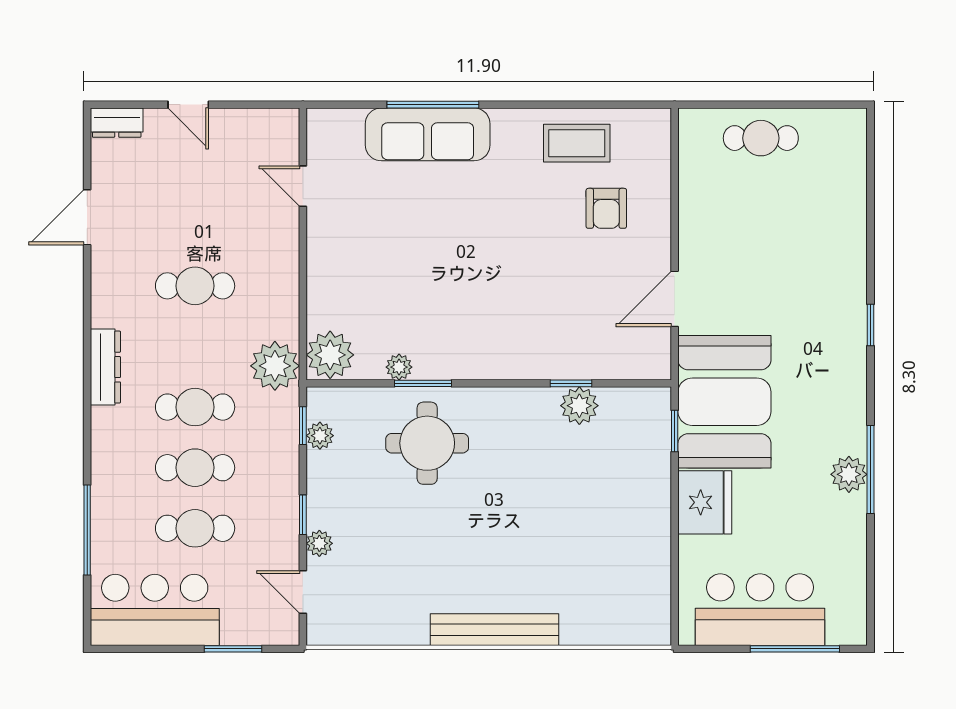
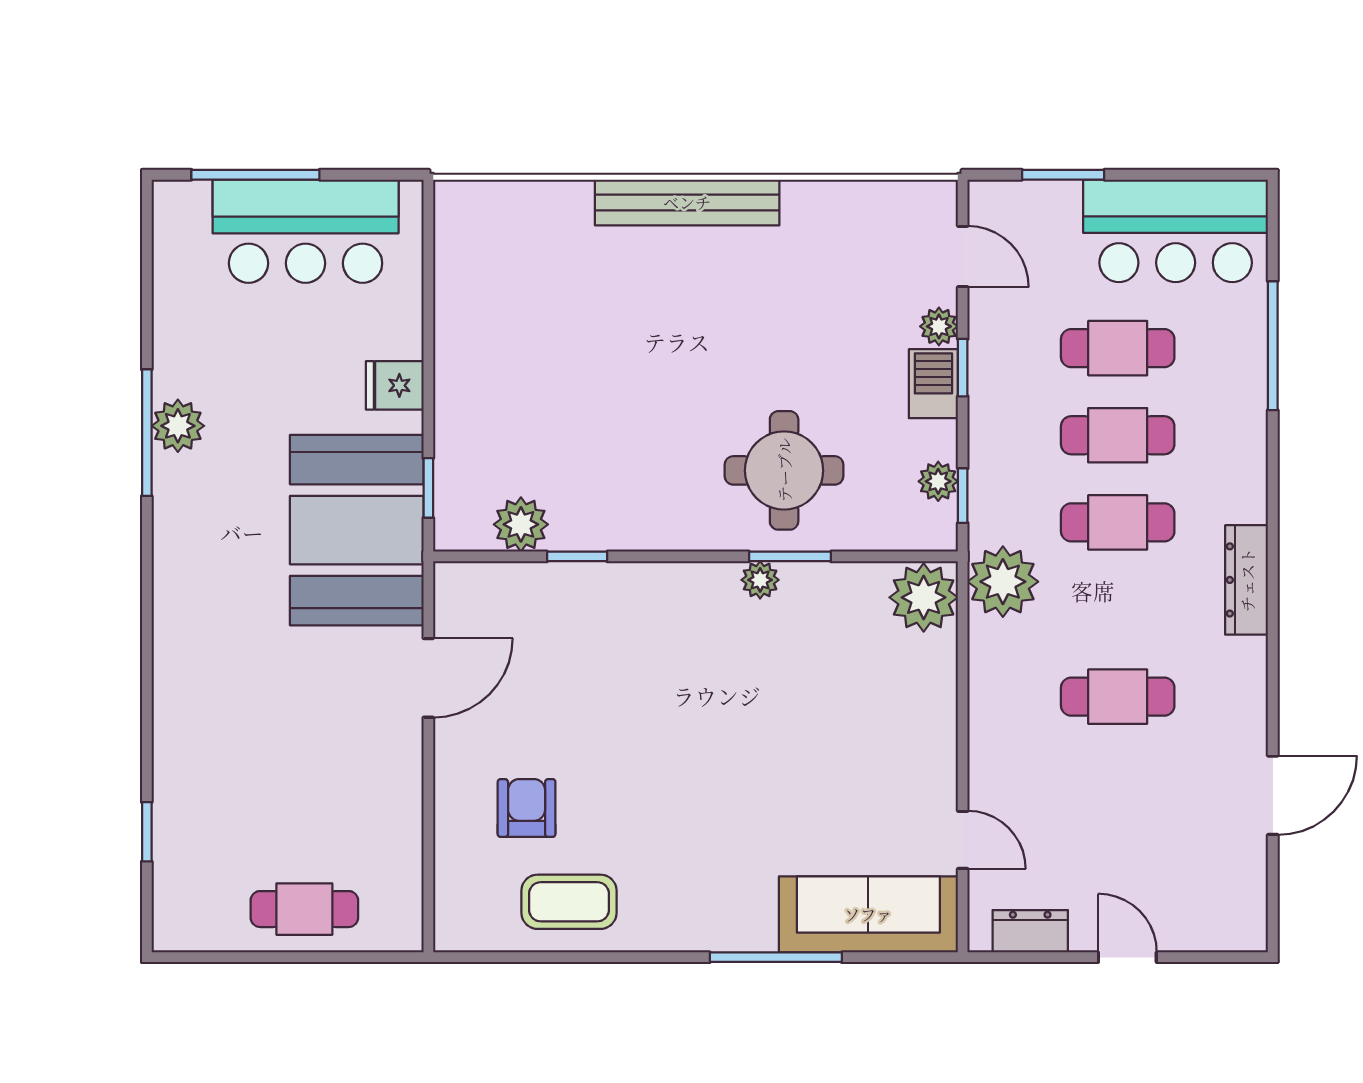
dresser: (117, 123) -> (1030, 931), moved
sofa: (428, 134) -> (868, 914), moved
window: (870, 325) -> (147, 832), moved
plant: (399, 367) -> (760, 580), moved
plant: (579, 406) -> (521, 524), moved
fridge: (705, 502) -> (395, 385), width x0.53, depth x0.75
barbecue: (323, 504) -> (933, 384), added

